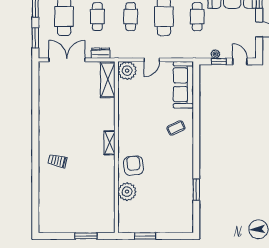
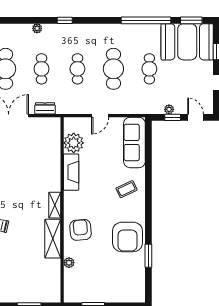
plant: (127, 71) -> (74, 143), moved
shelving: (108, 80) -> (53, 239), moved
fireplace: (125, 112) -> (71, 172), added
armchair: (177, 172) -> (128, 237), added
plant: (127, 192) -> (69, 263), width x0.53, depth x0.53

